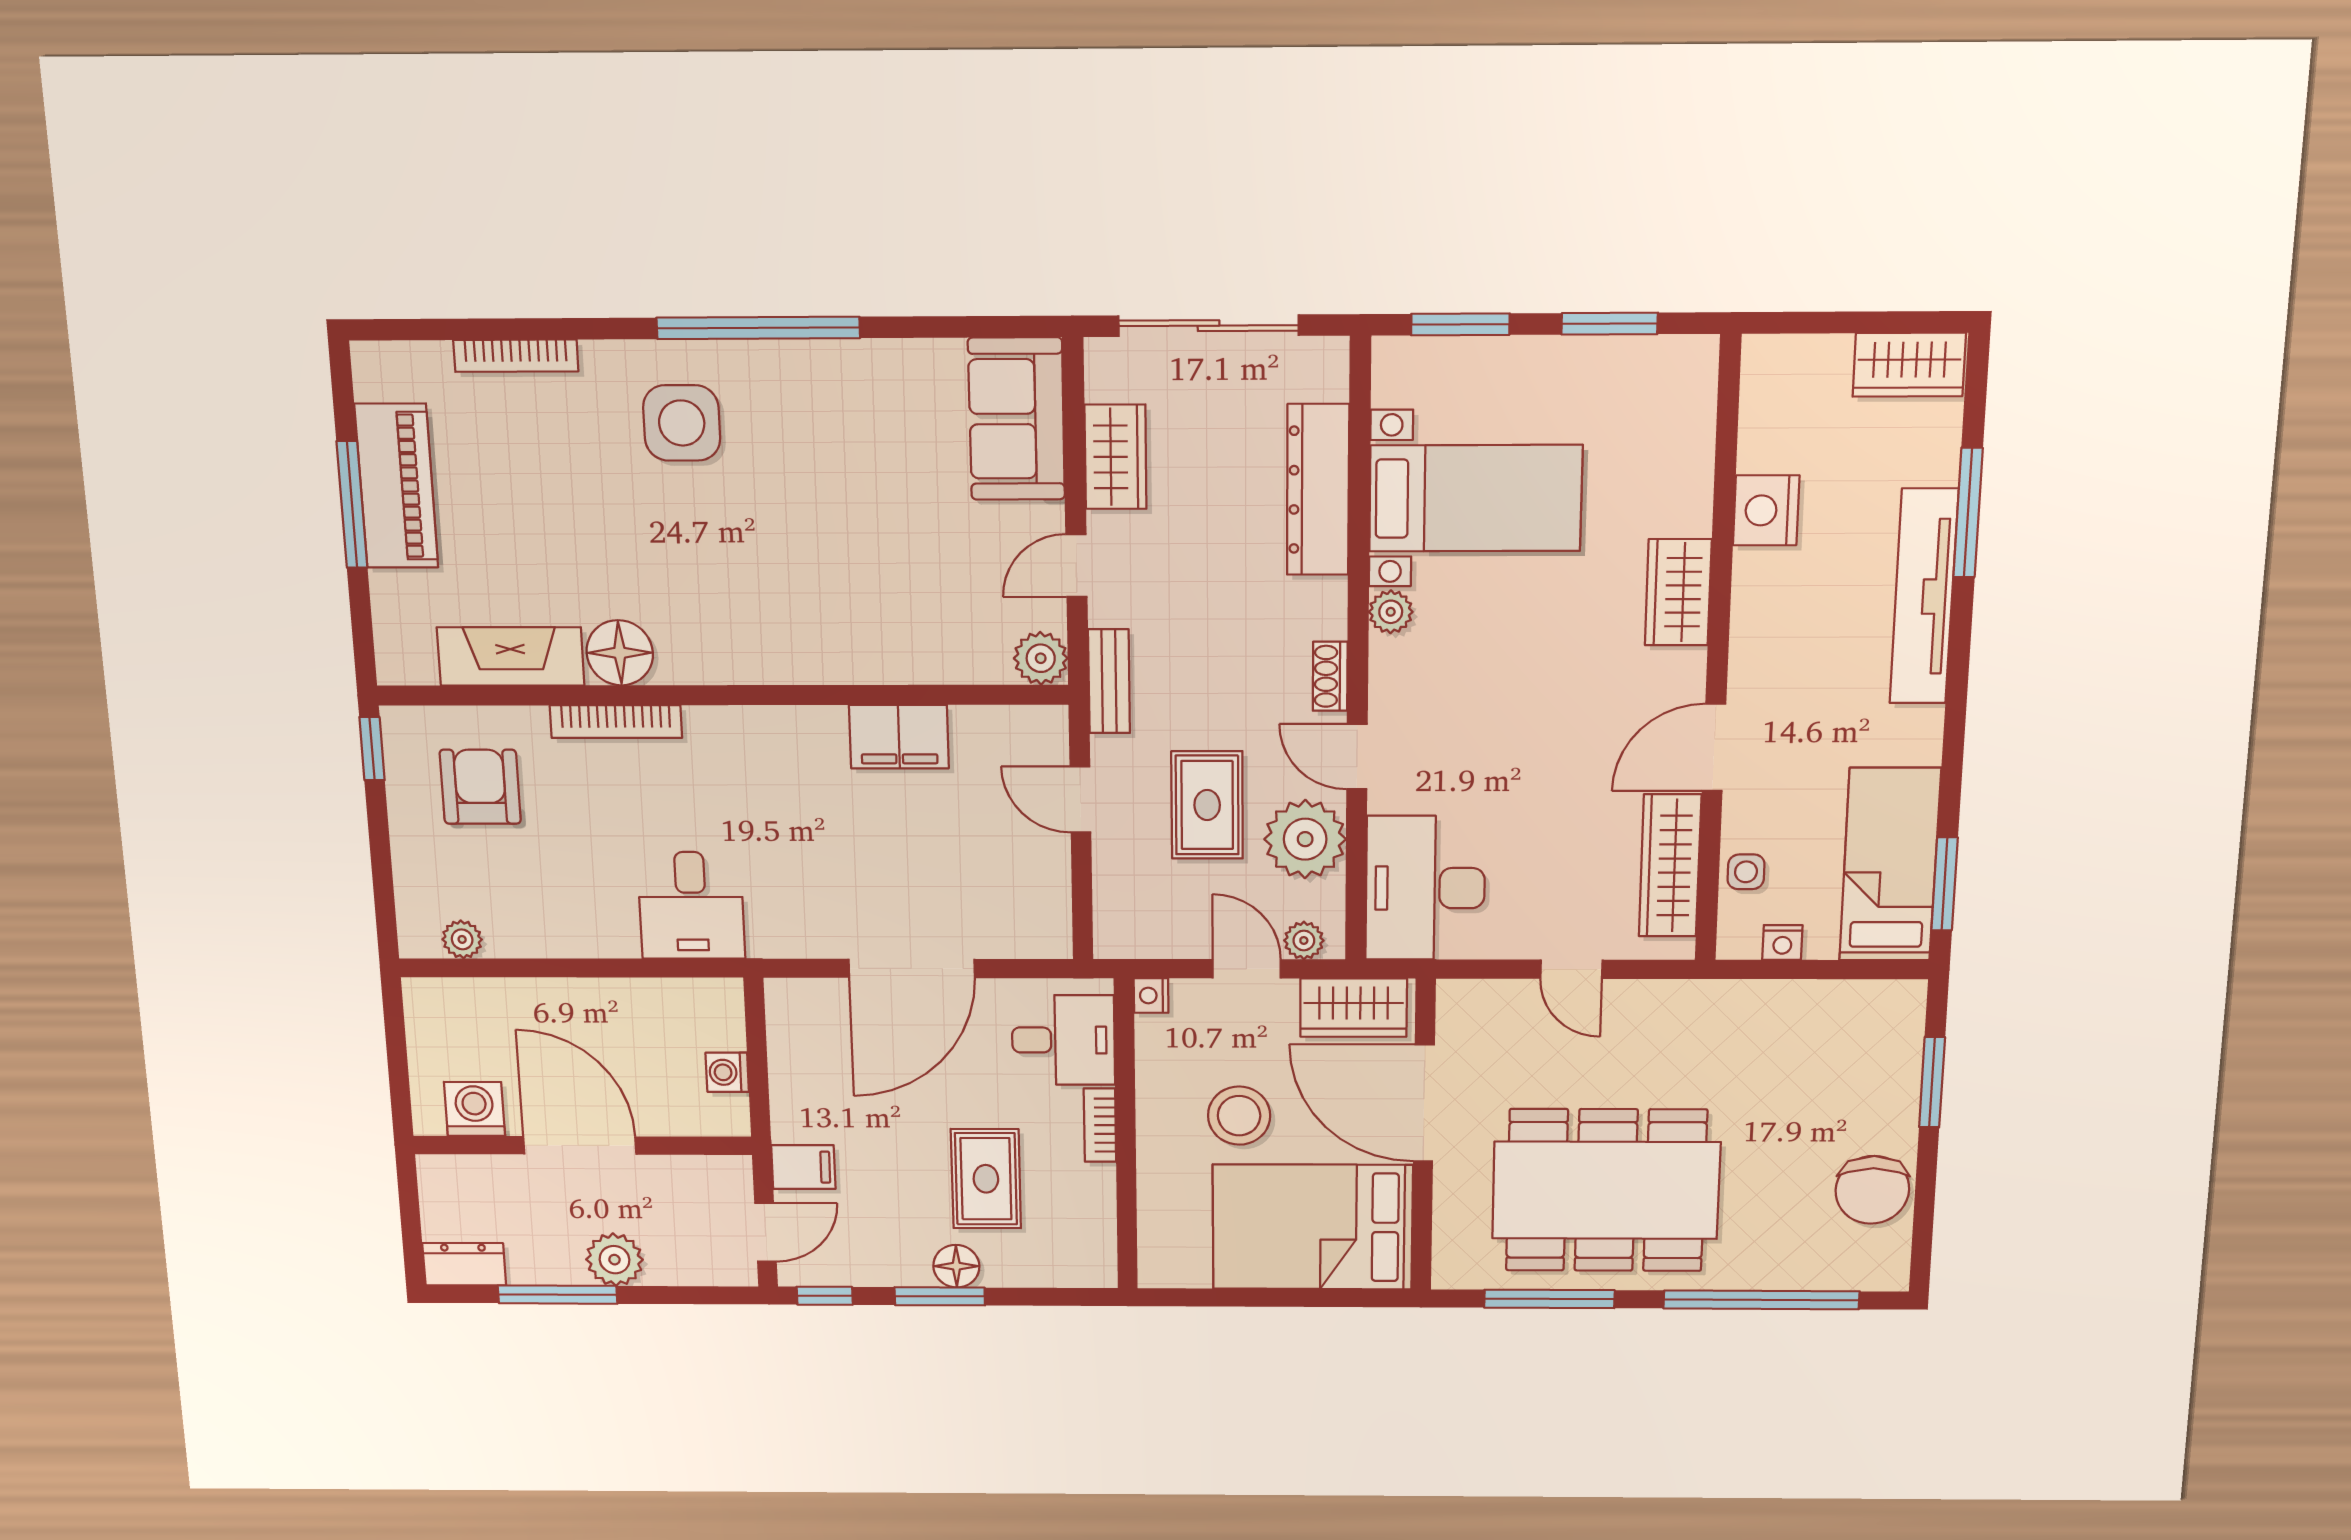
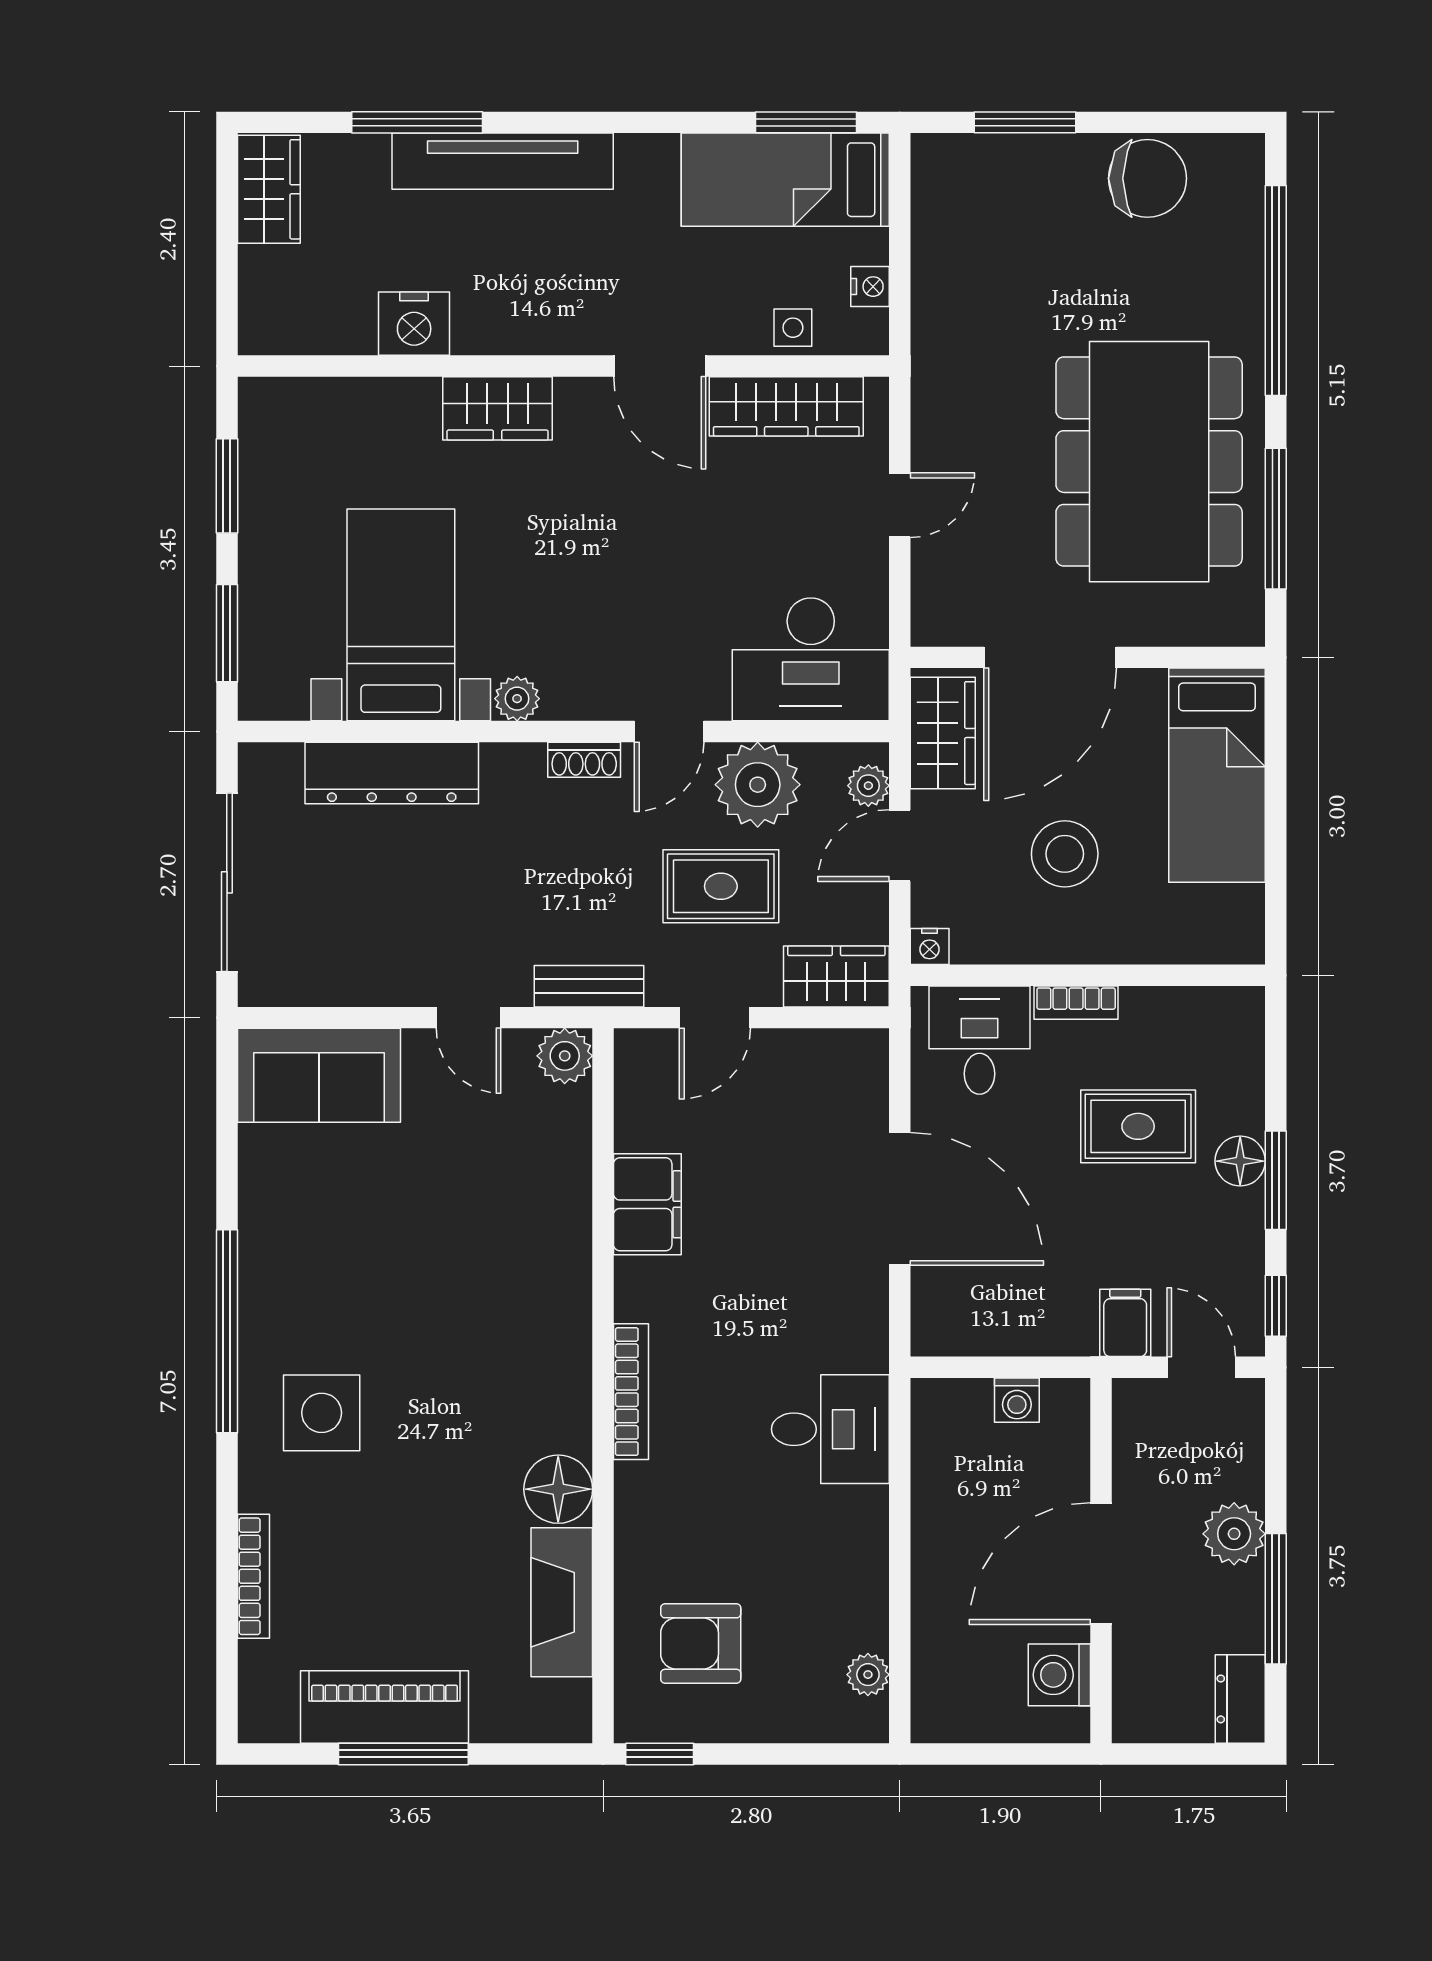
wardrobe: (1116, 457) -> (836, 976), moved
bookcase: (616, 722) -> (631, 1392), moved
bed: (1313, 1227) -> (1217, 775), width x0.67

